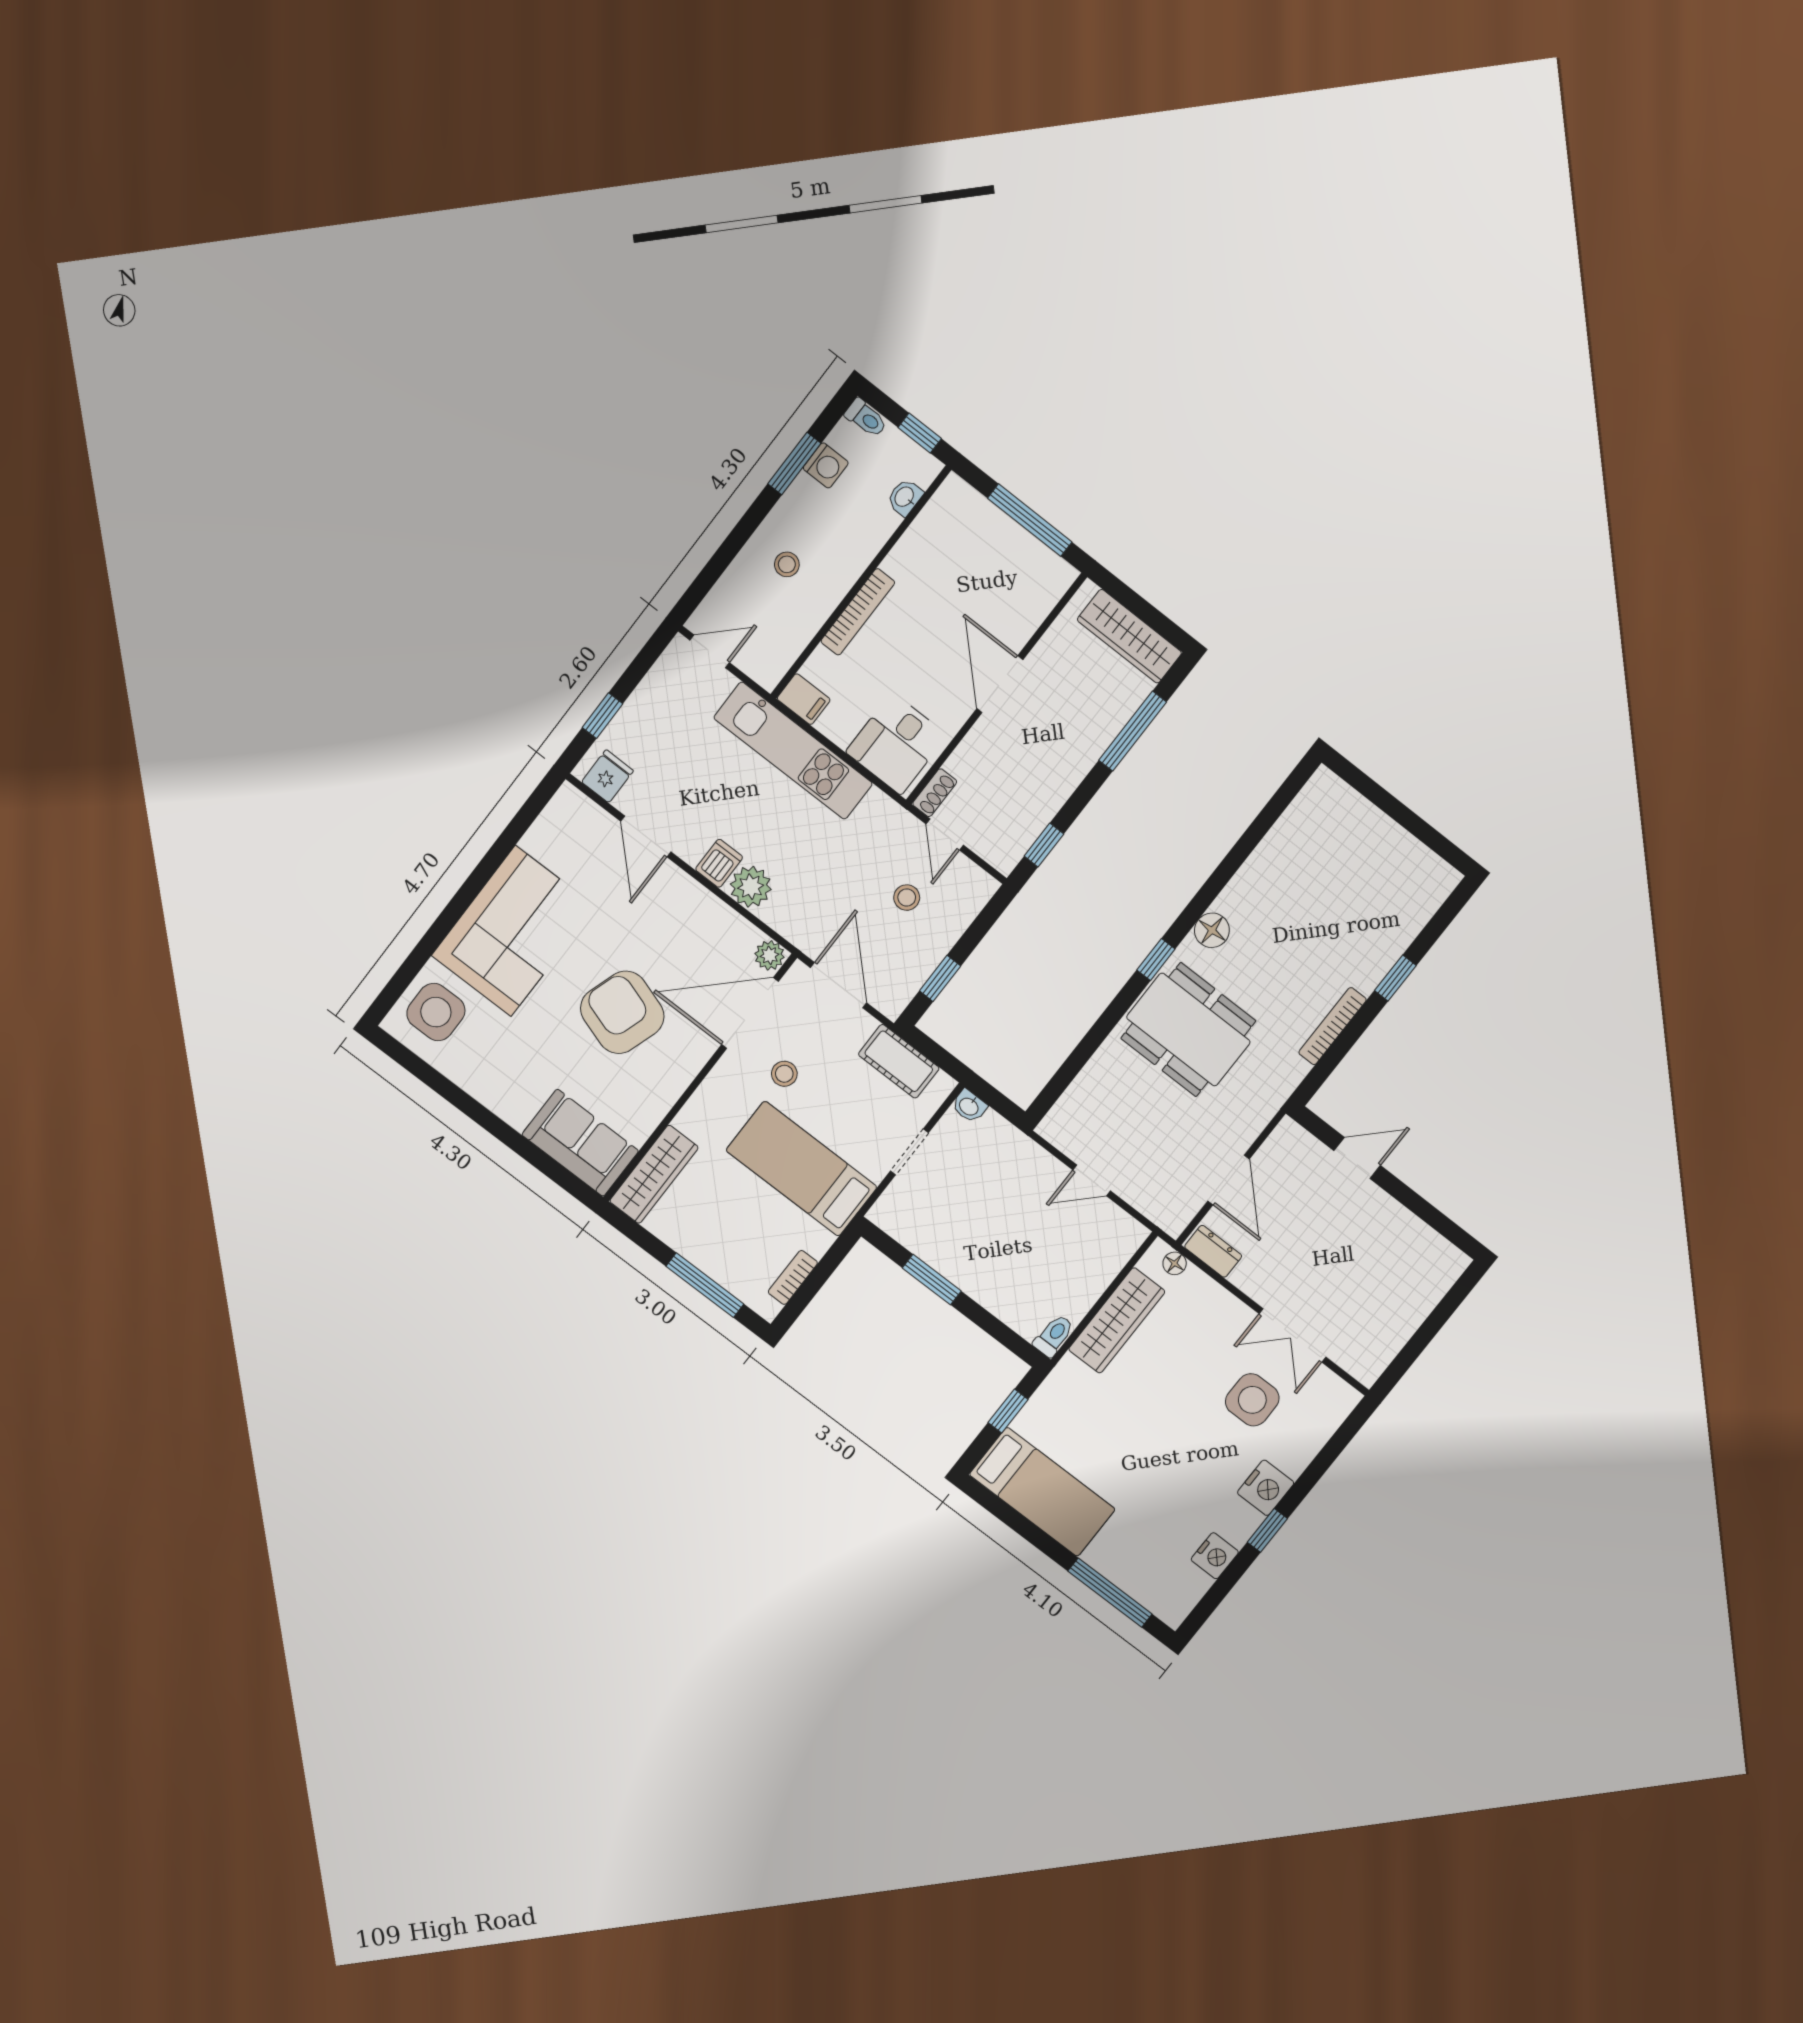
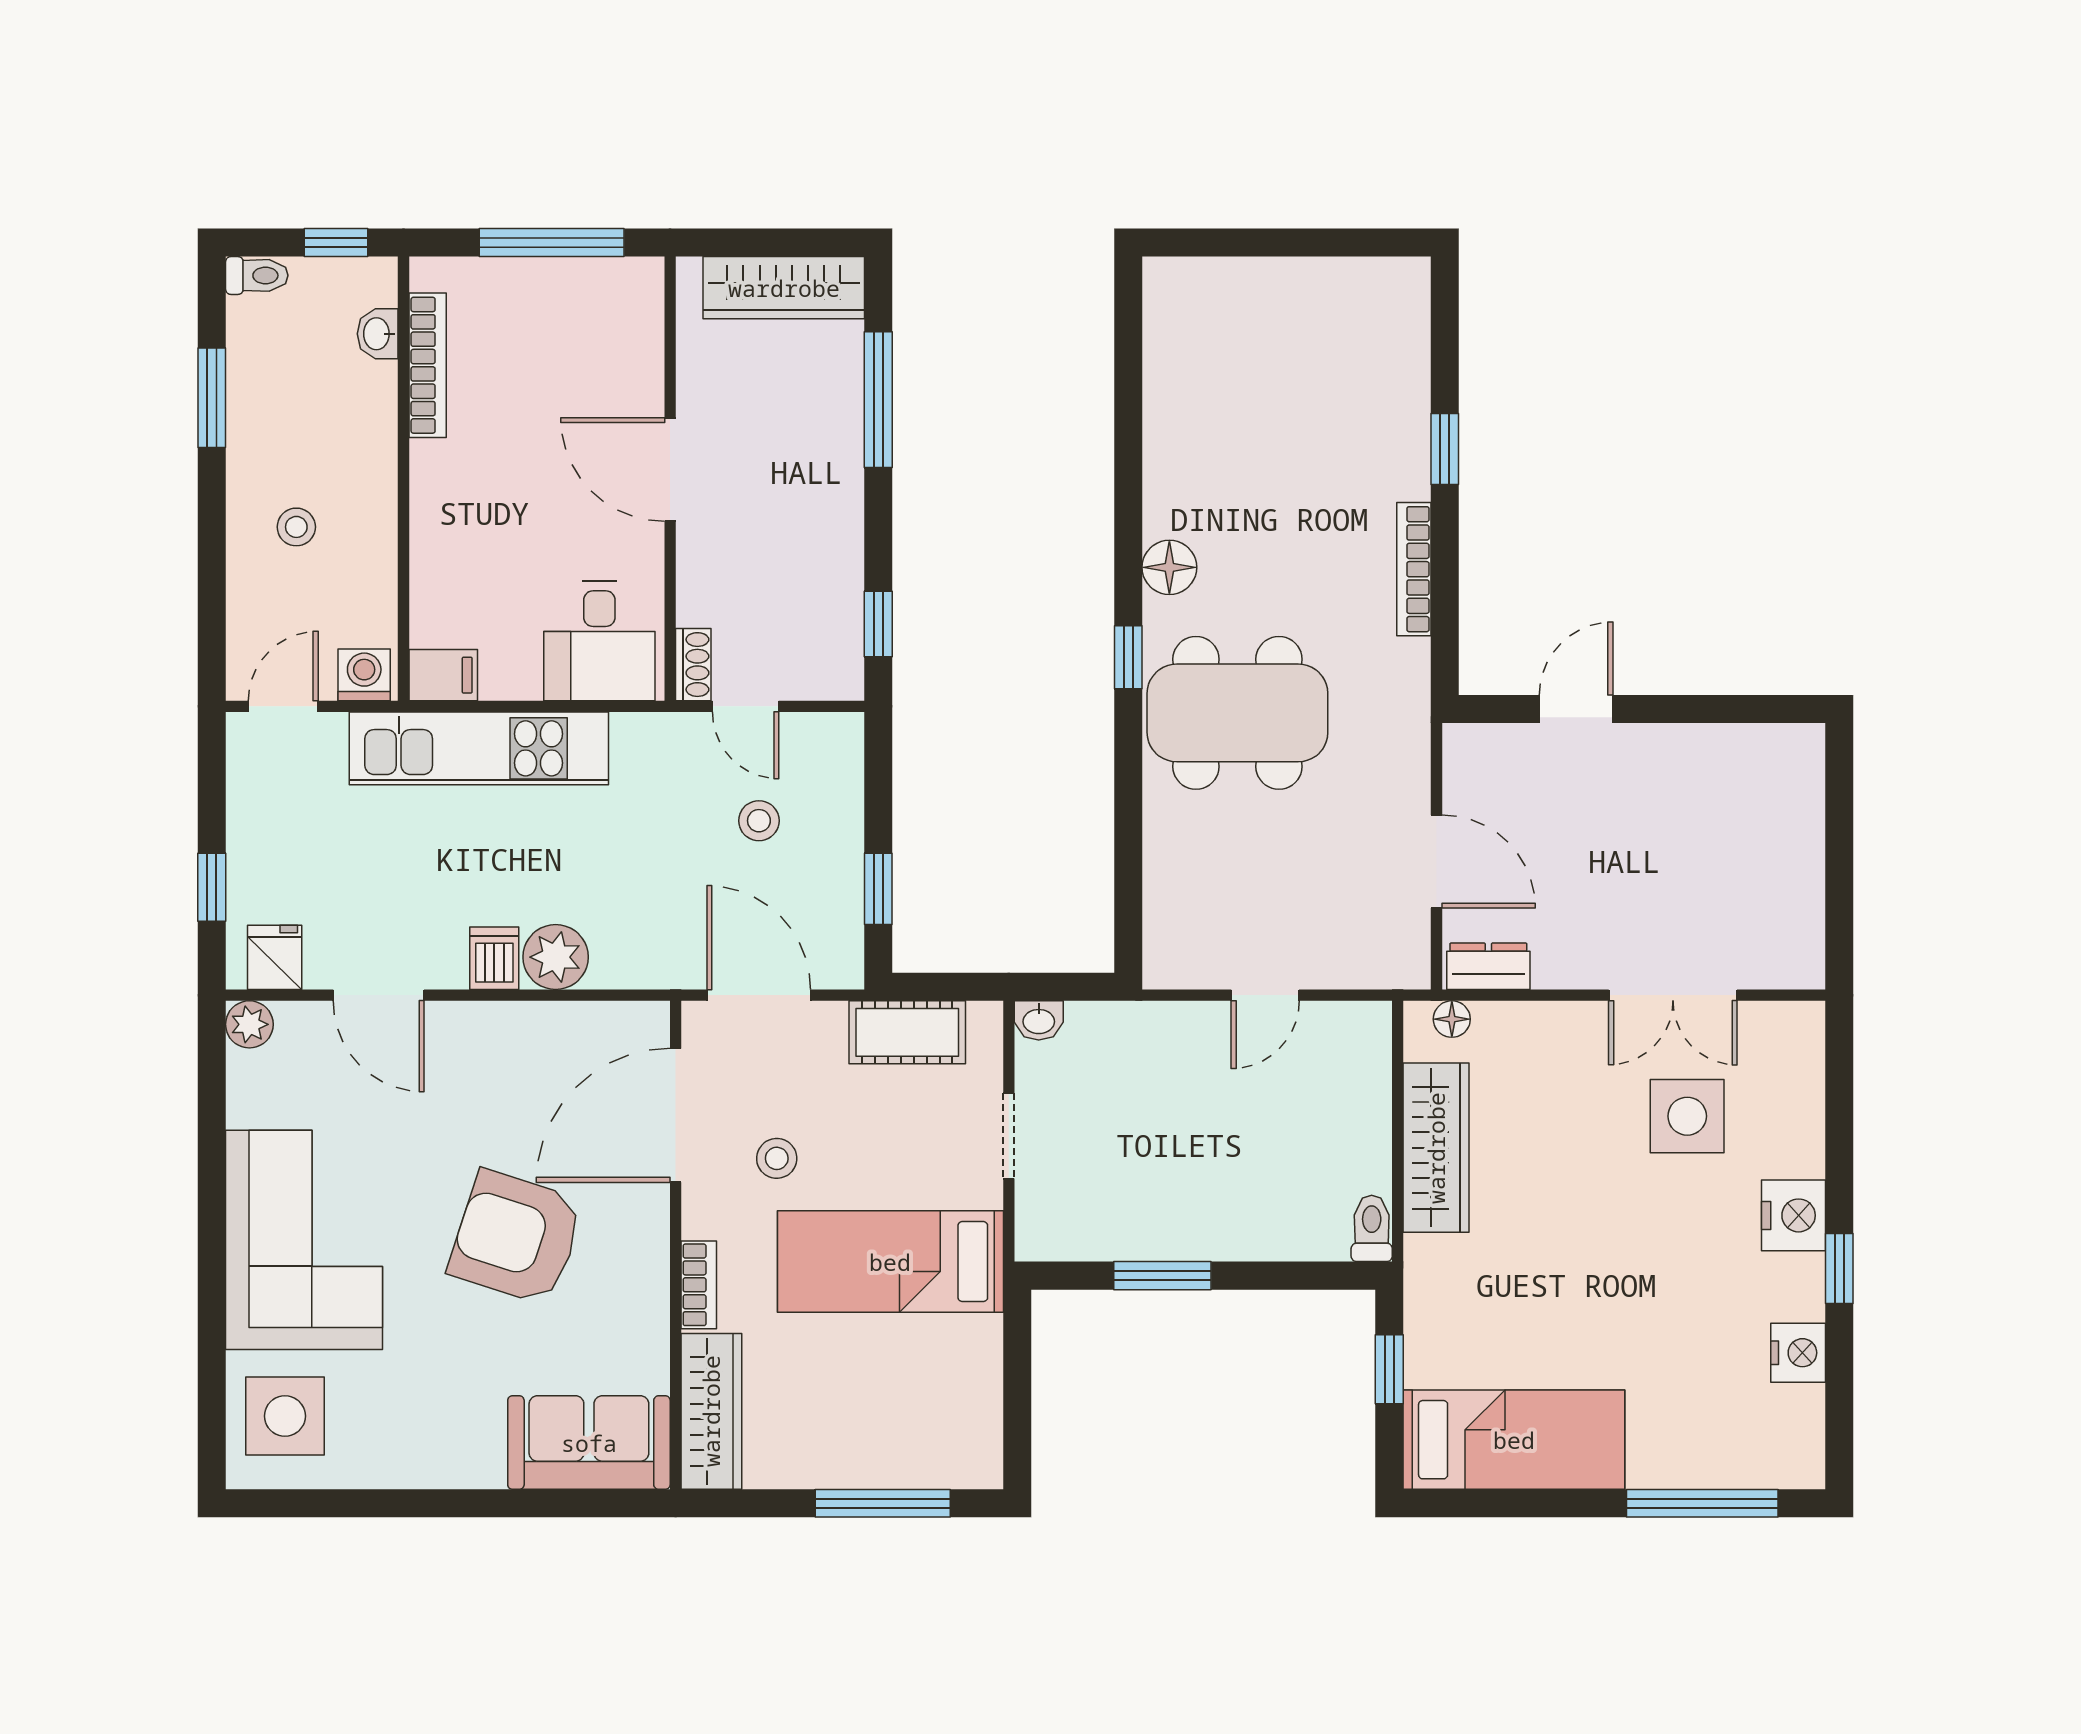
washing machine: (826, 465) -> (364, 675), moved, turned -90
bookcase: (858, 612) -> (428, 365), moved
plant: (770, 955) -> (249, 1024), moved
bookcase: (793, 1277) -> (699, 1285), moved, turned 180

